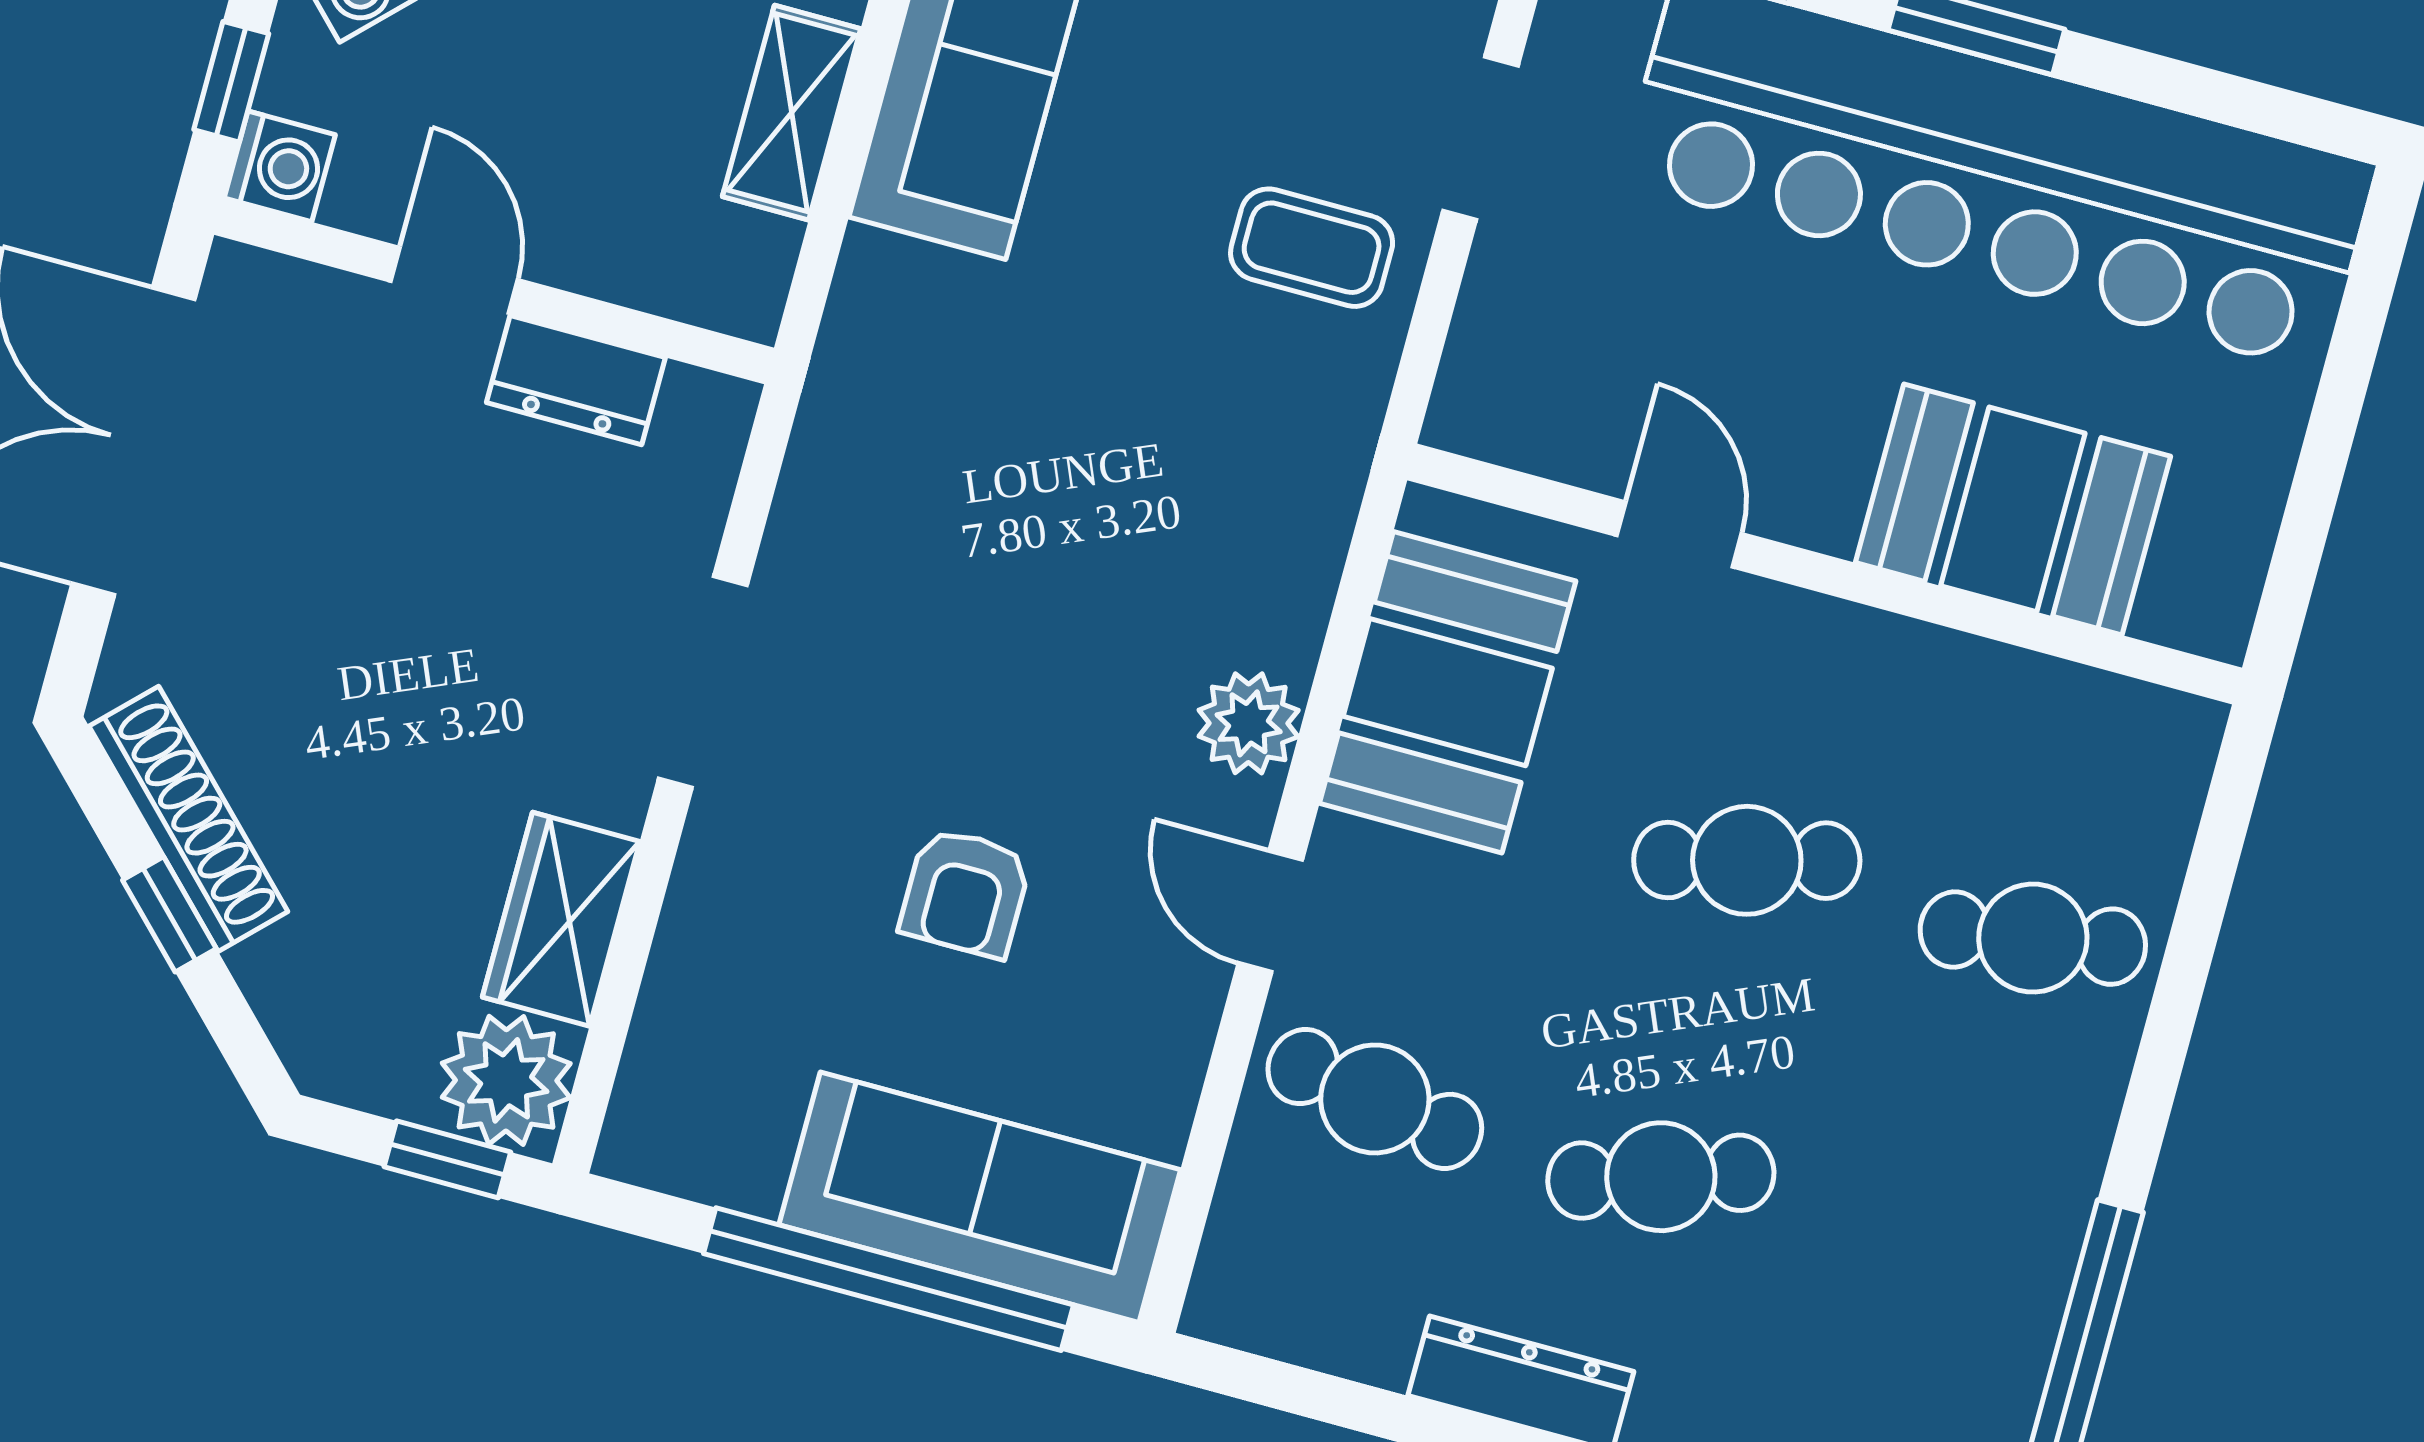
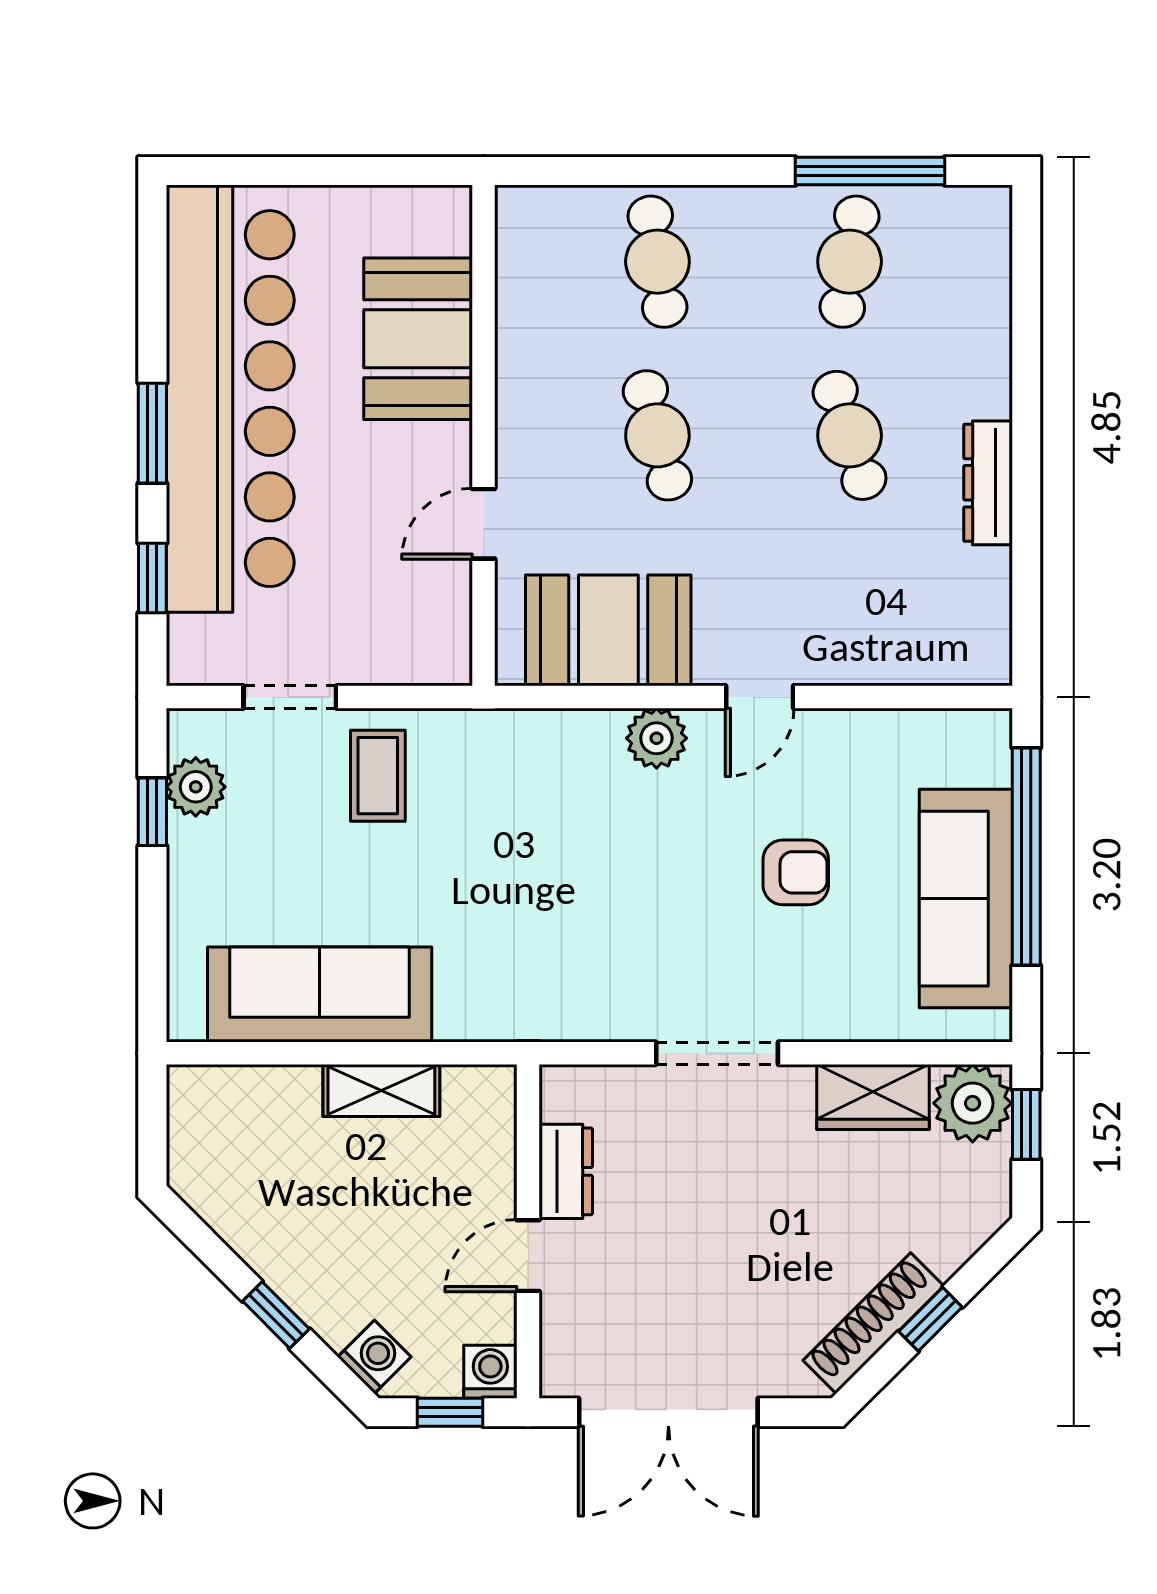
cafe table: (1375, 1099) -> (850, 262), moved
sofa: (980, 1197) -> (966, 899), moved

